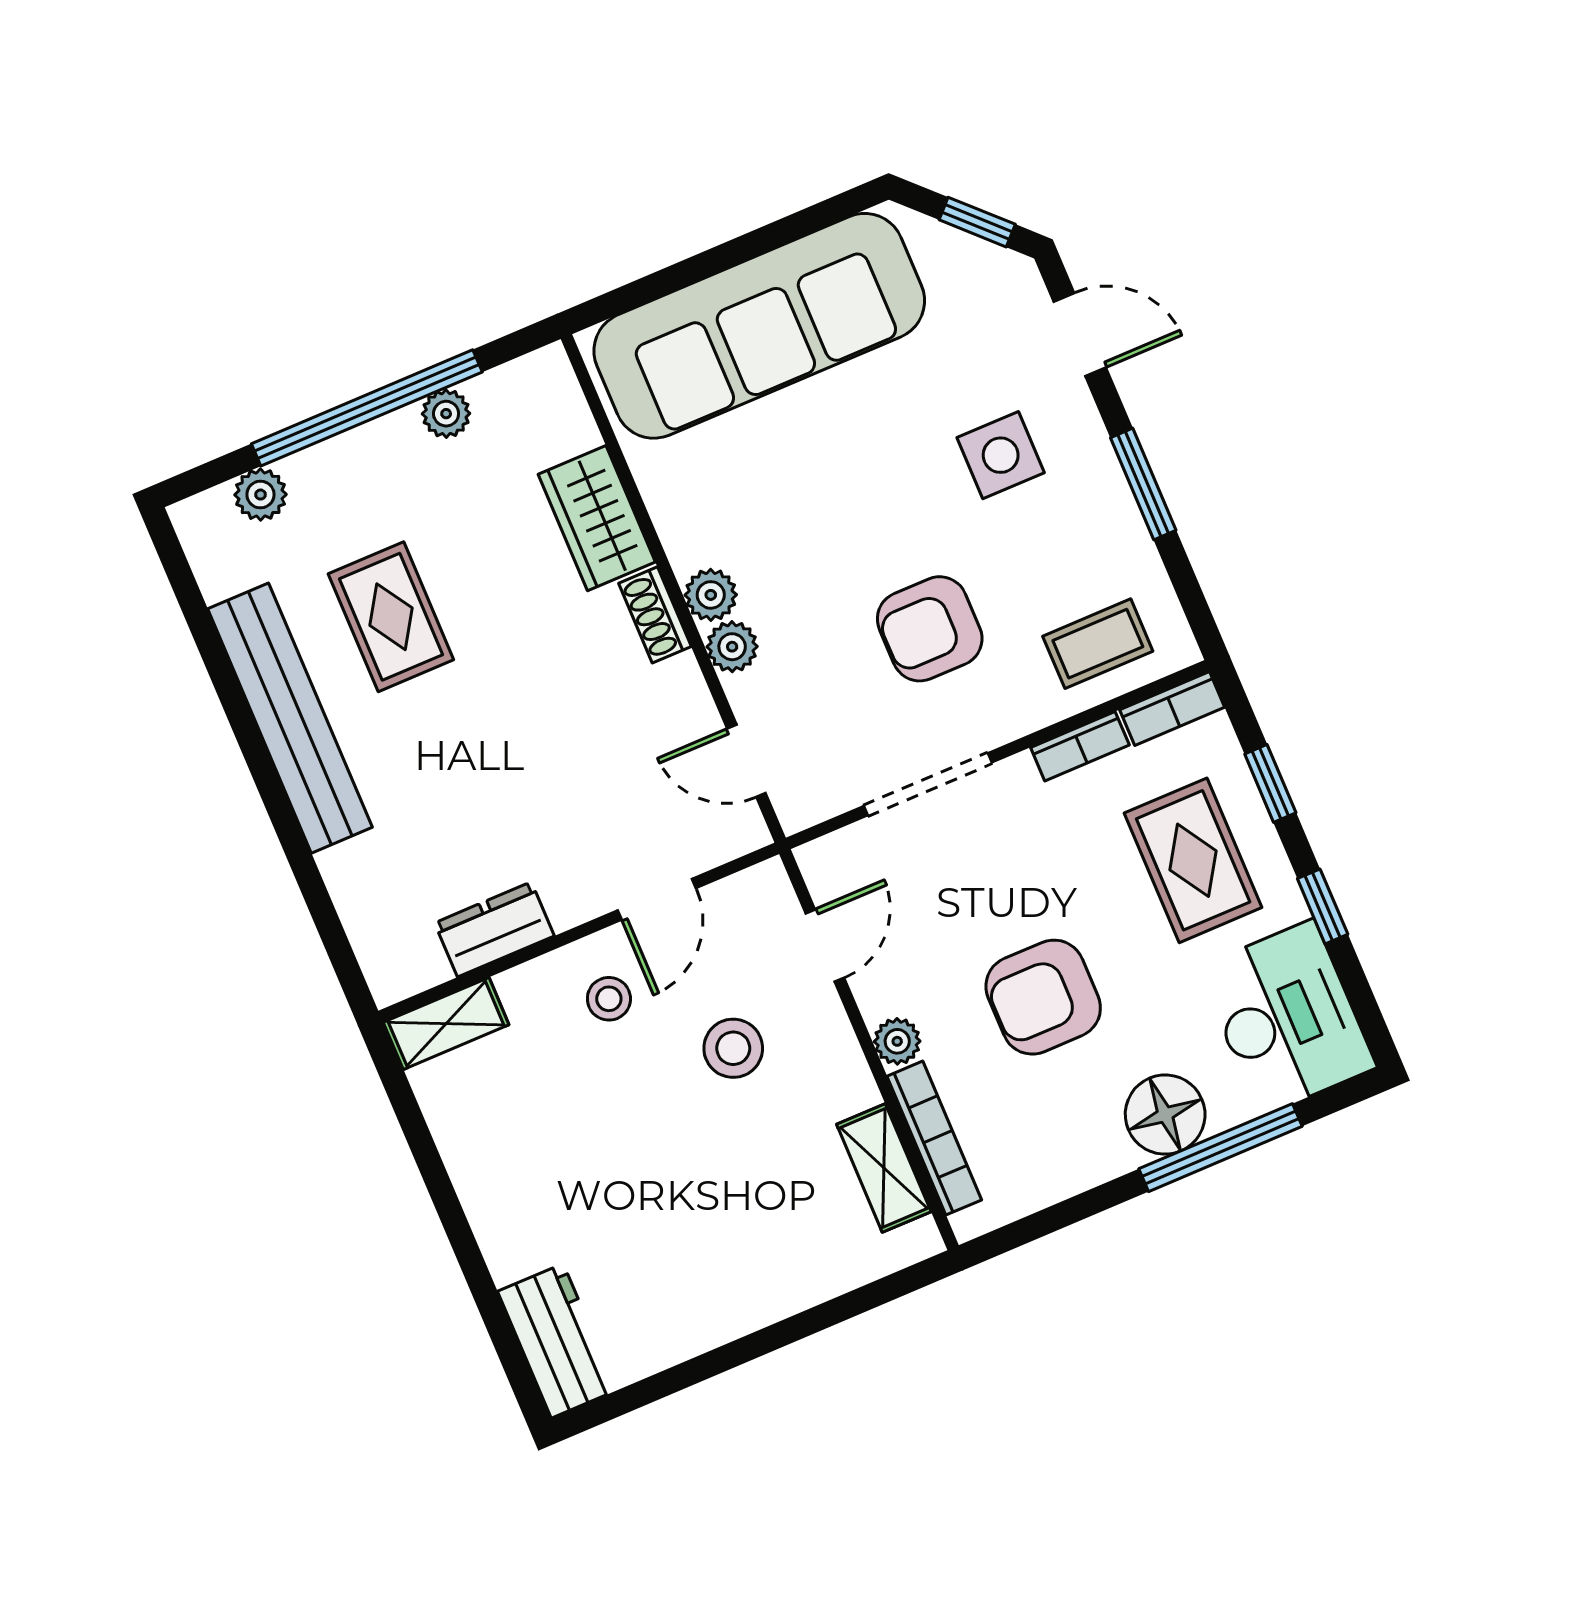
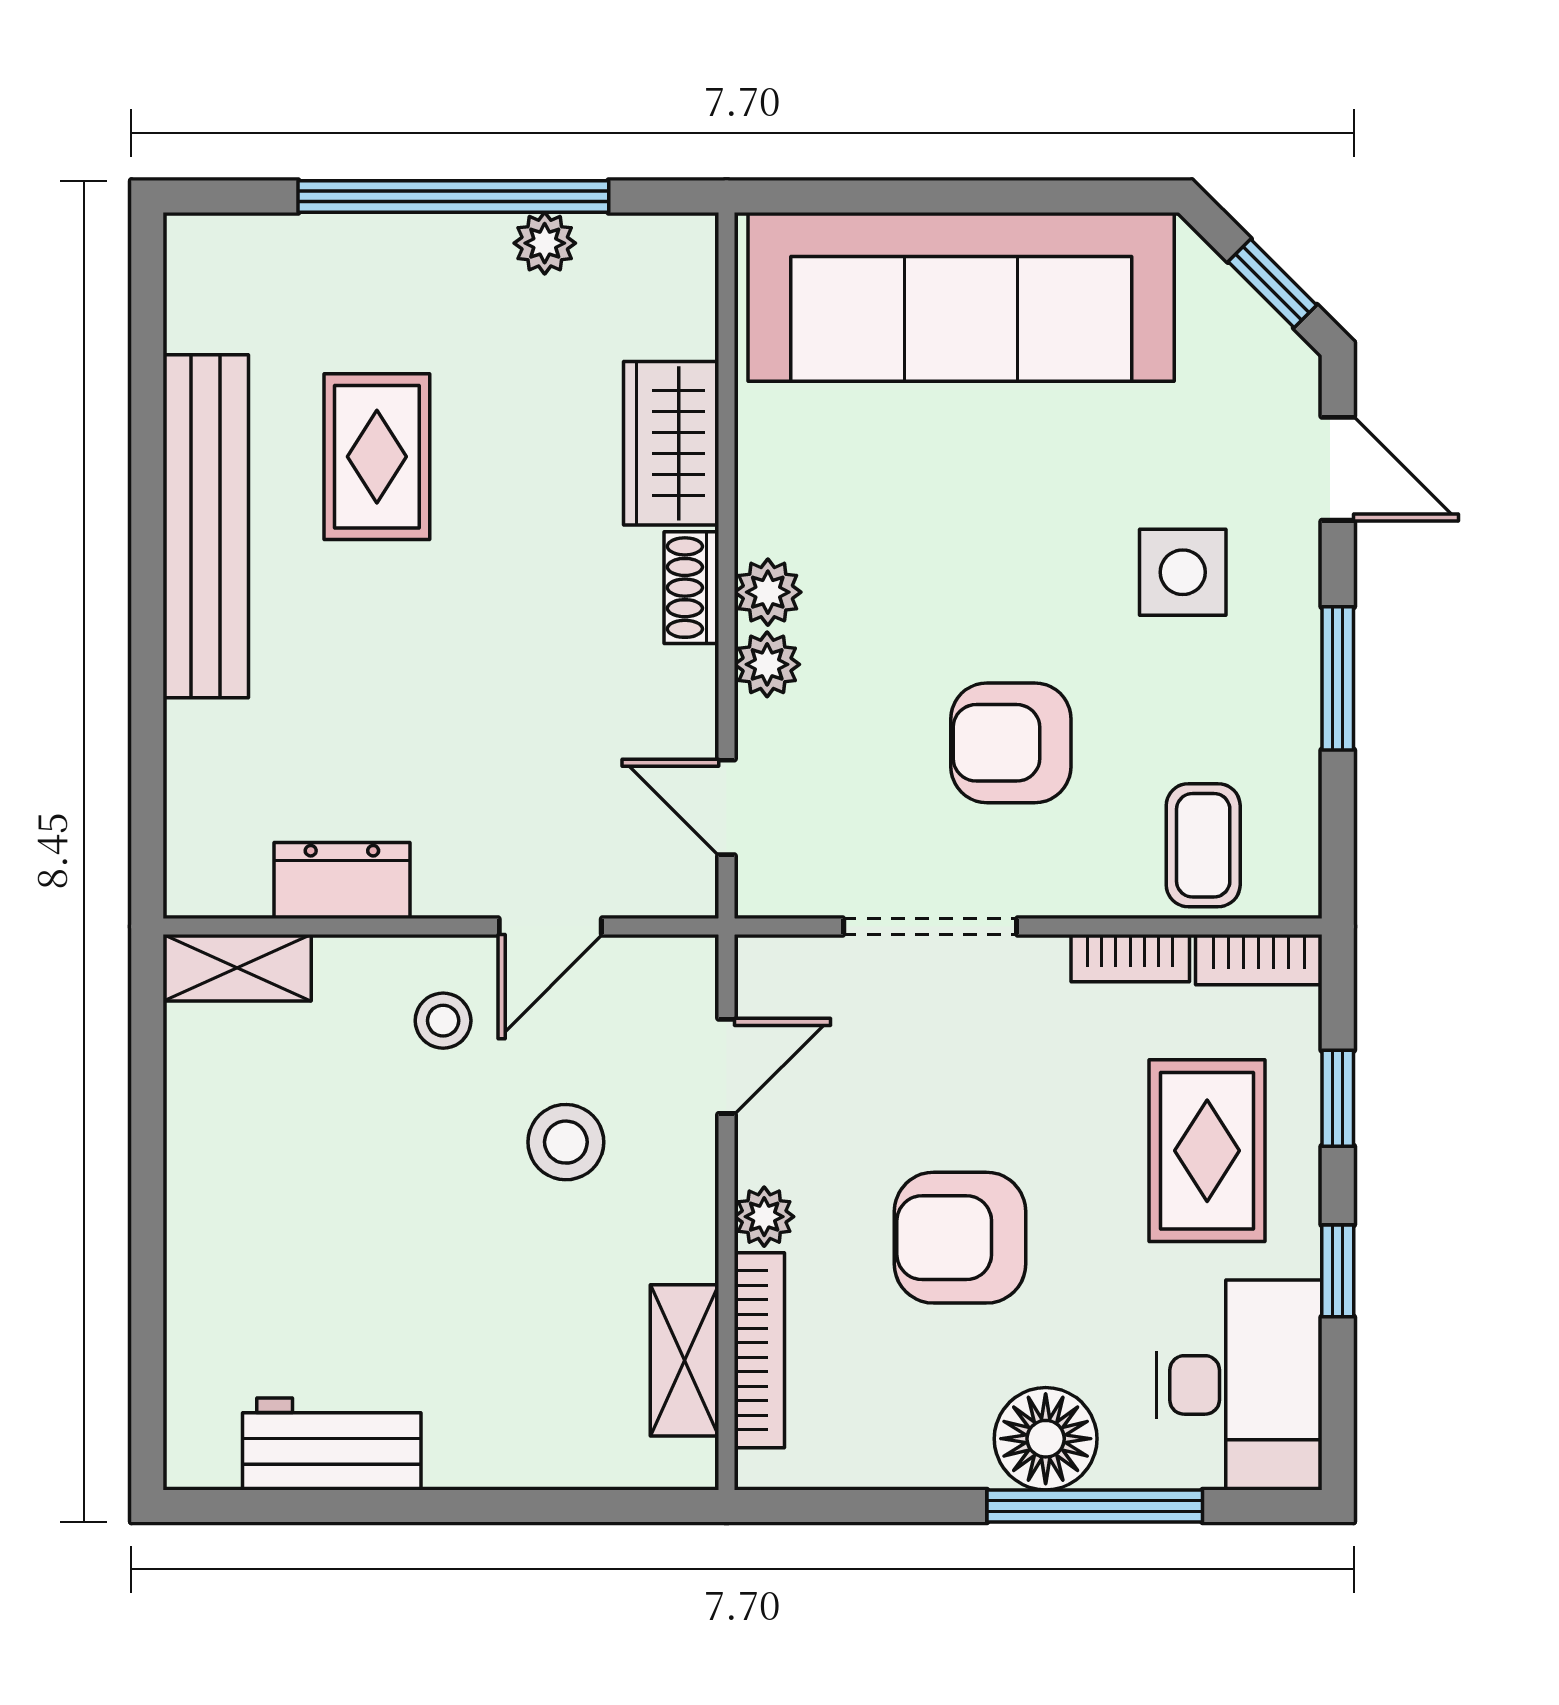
plant: (260, 495) -> (283, 246), removed
coffee table: (1098, 644) -> (1203, 845), turned 90
workbench: (557, 1341) -> (332, 1444), moved, turned -90

